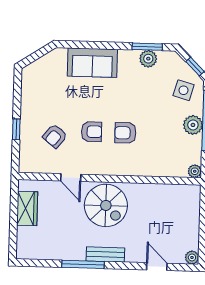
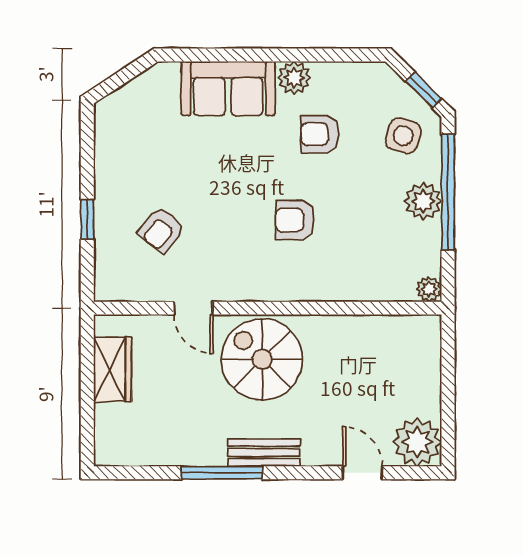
window: (147, 47) -> (332, 55), removed
plant: (148, 59) -> (294, 78), moved
armchair: (92, 132) -> (320, 134), moved, turned 180
spiral stairs: (106, 205) -> (262, 359), turned 180
plant: (192, 257) -> (417, 442), width x1.88, depth x1.88

